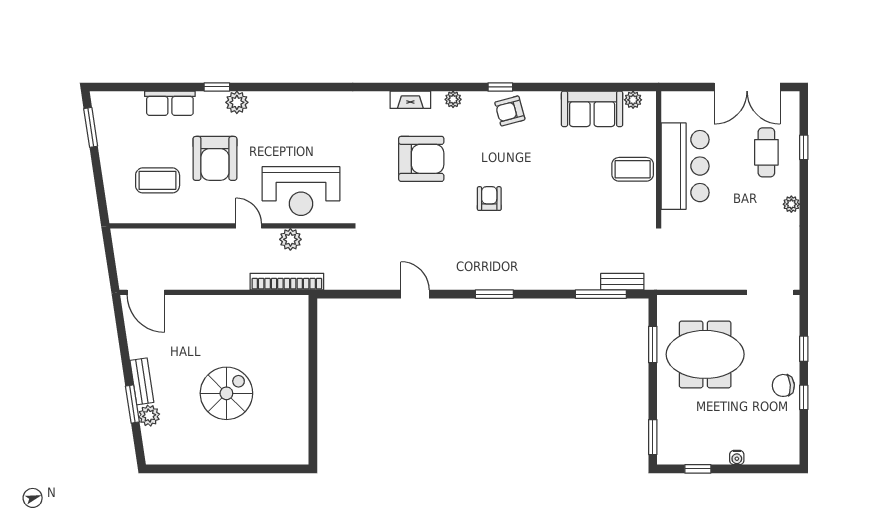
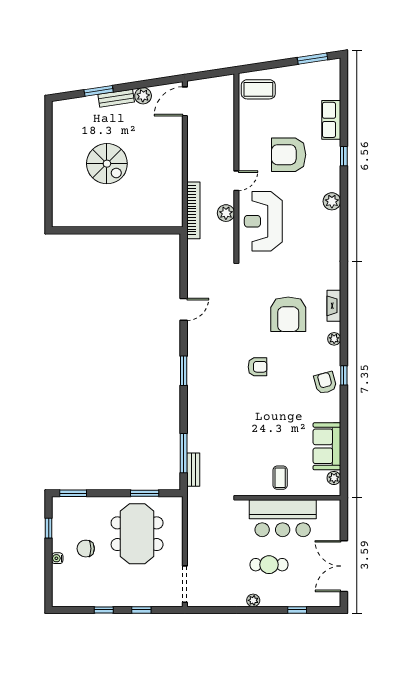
plant: (237, 102) -> (332, 201), moved
cafe table: (766, 152) -> (269, 565), moved
coffee table: (633, 169) -> (280, 478), width x0.73, depth x0.77
coffee table: (158, 180) -> (258, 89), moved, turned 90
chair: (783, 385) -> (86, 549), moved, turned -86
plant: (149, 416) -> (143, 96), moved

